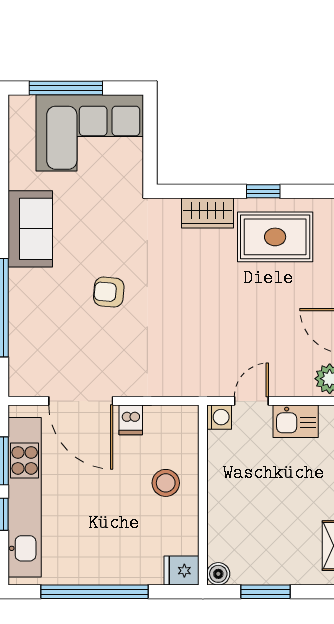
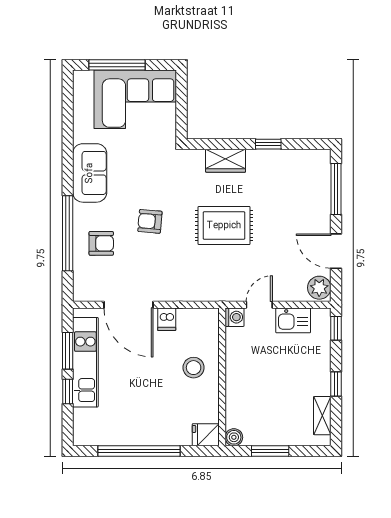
rug: (275, 237) -> (224, 226), moved
armchair: (45, 321) -> (101, 243), added
kitchen unit: (25, 497) -> (85, 362), width x0.73

